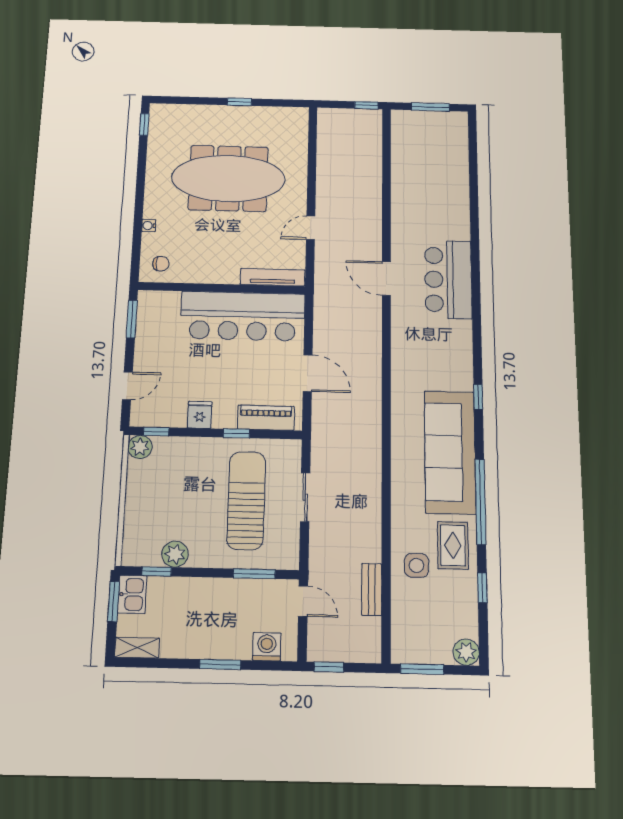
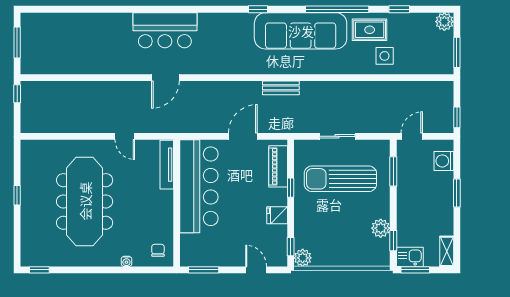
bench: (372, 589) -> (281, 88), moved

